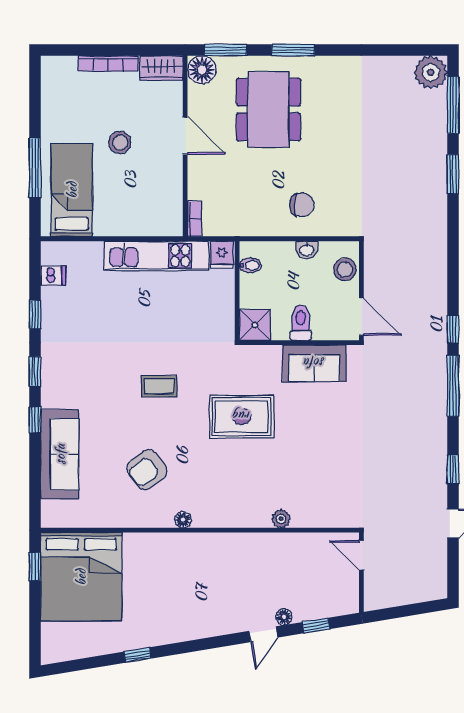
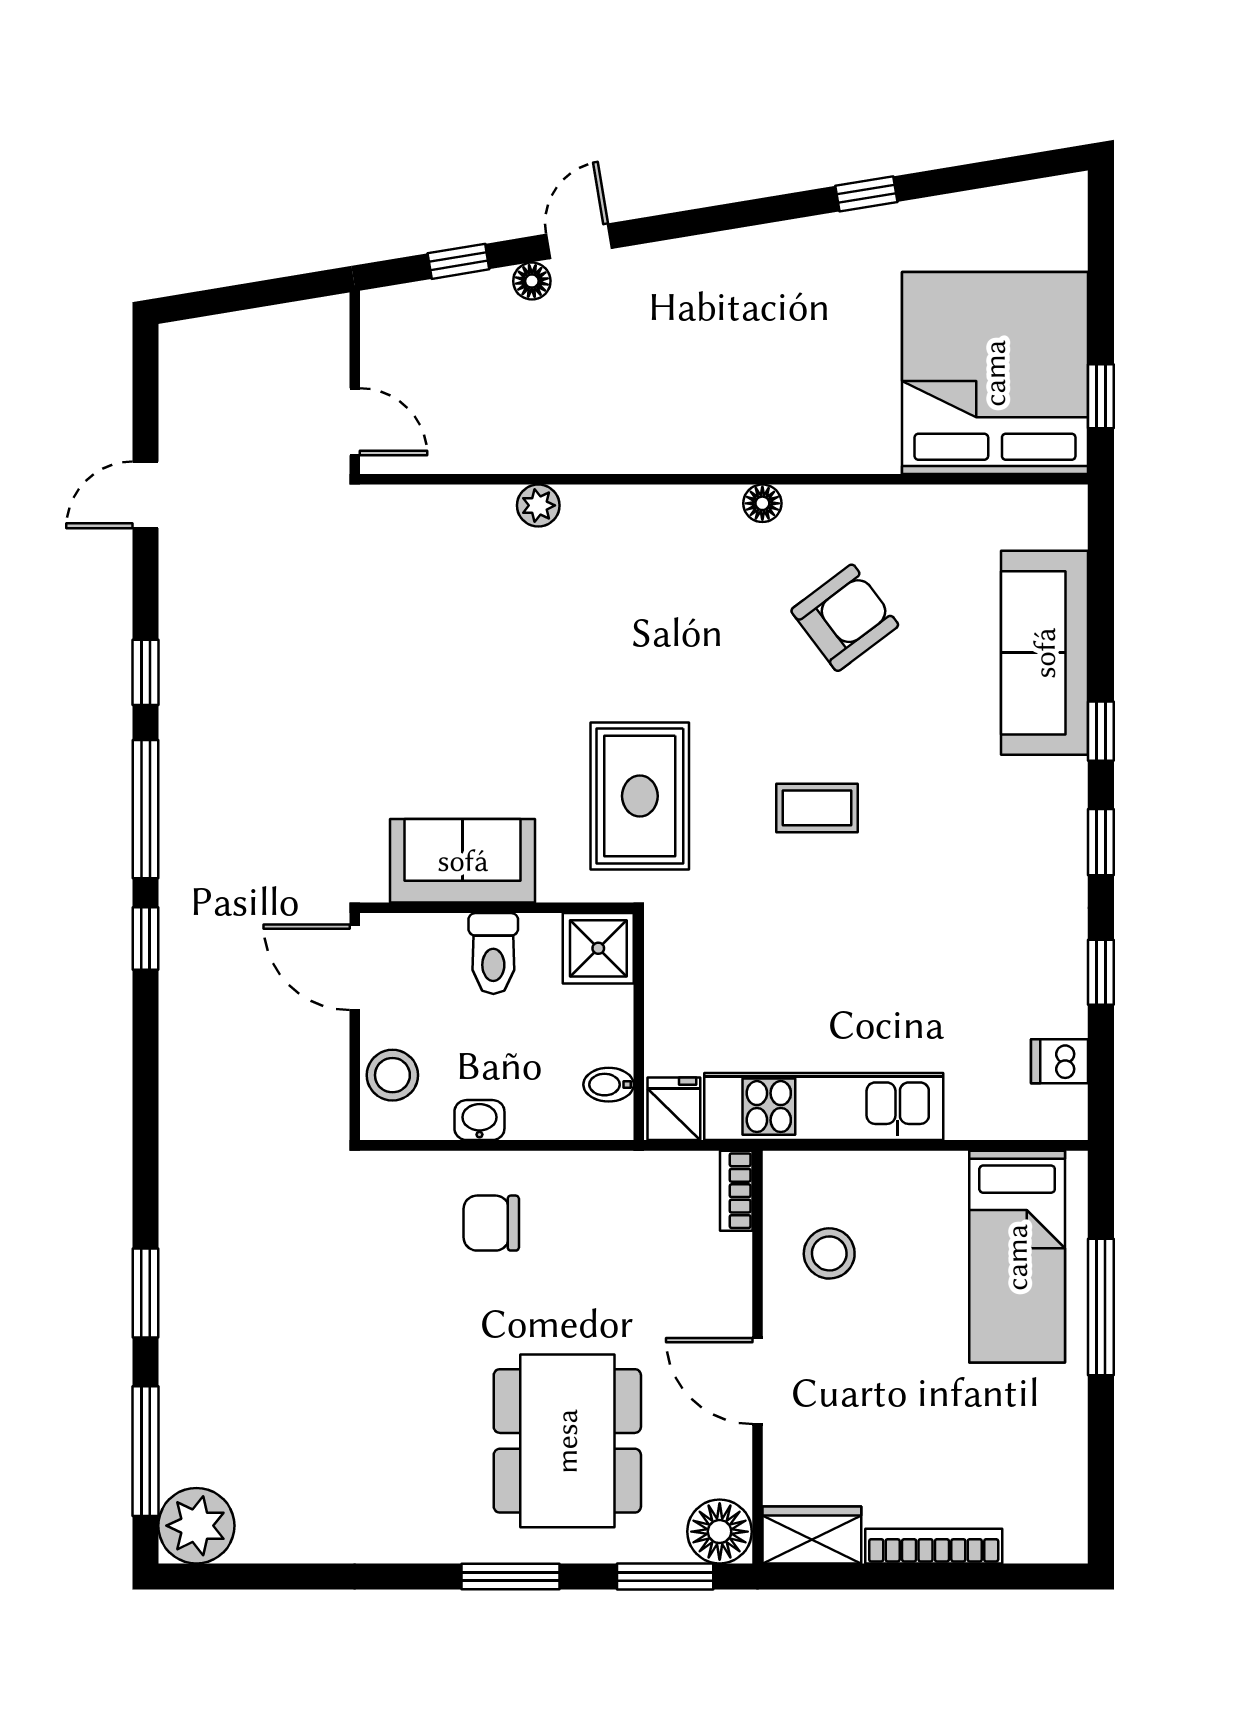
stool: (120, 143) -> (829, 1253), moved
rug: (242, 416) -> (640, 796), moved, turned 90
window: (453, 470) -> (146, 672), moved

